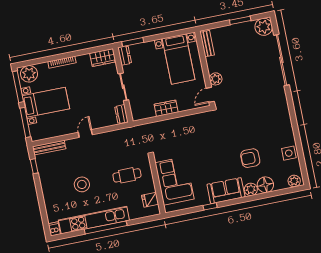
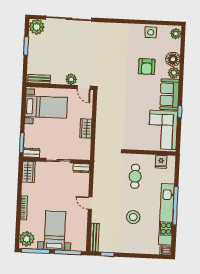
corner sofa: (174, 181) -> (163, 130), moved, turned -90

